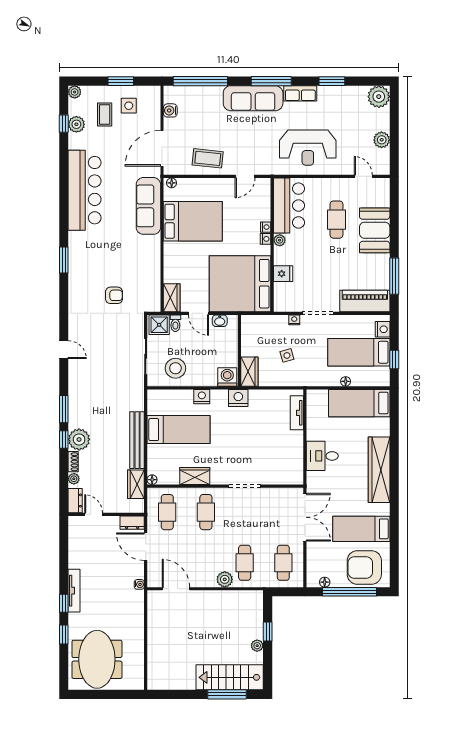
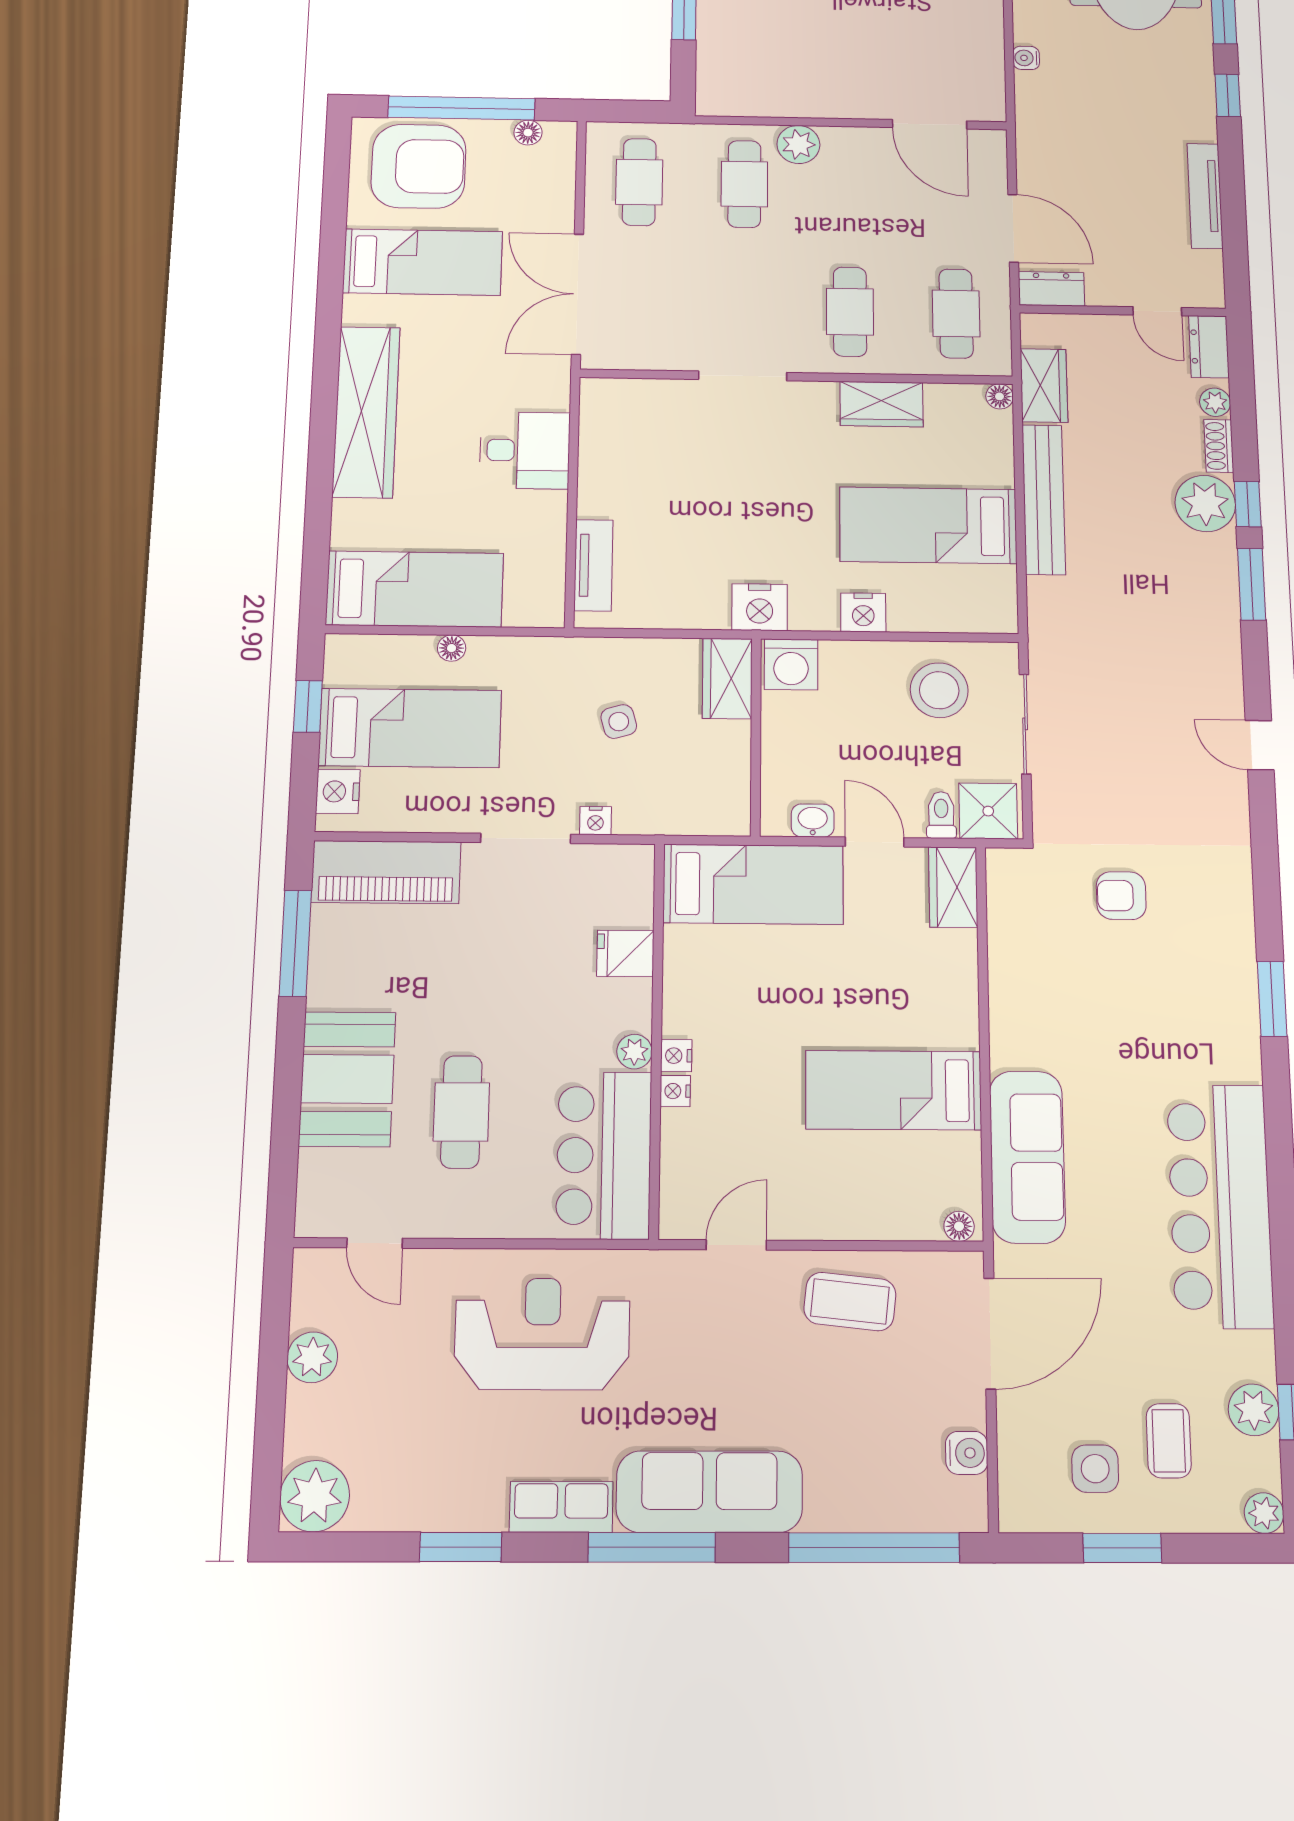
bed: (193, 221) -> (893, 1090), width x0.67
bed: (240, 284) -> (753, 884), width x0.49
water cooler: (139, 584) -> (1026, 58), moved
tv unit: (74, 591) -> (1205, 196), moved

